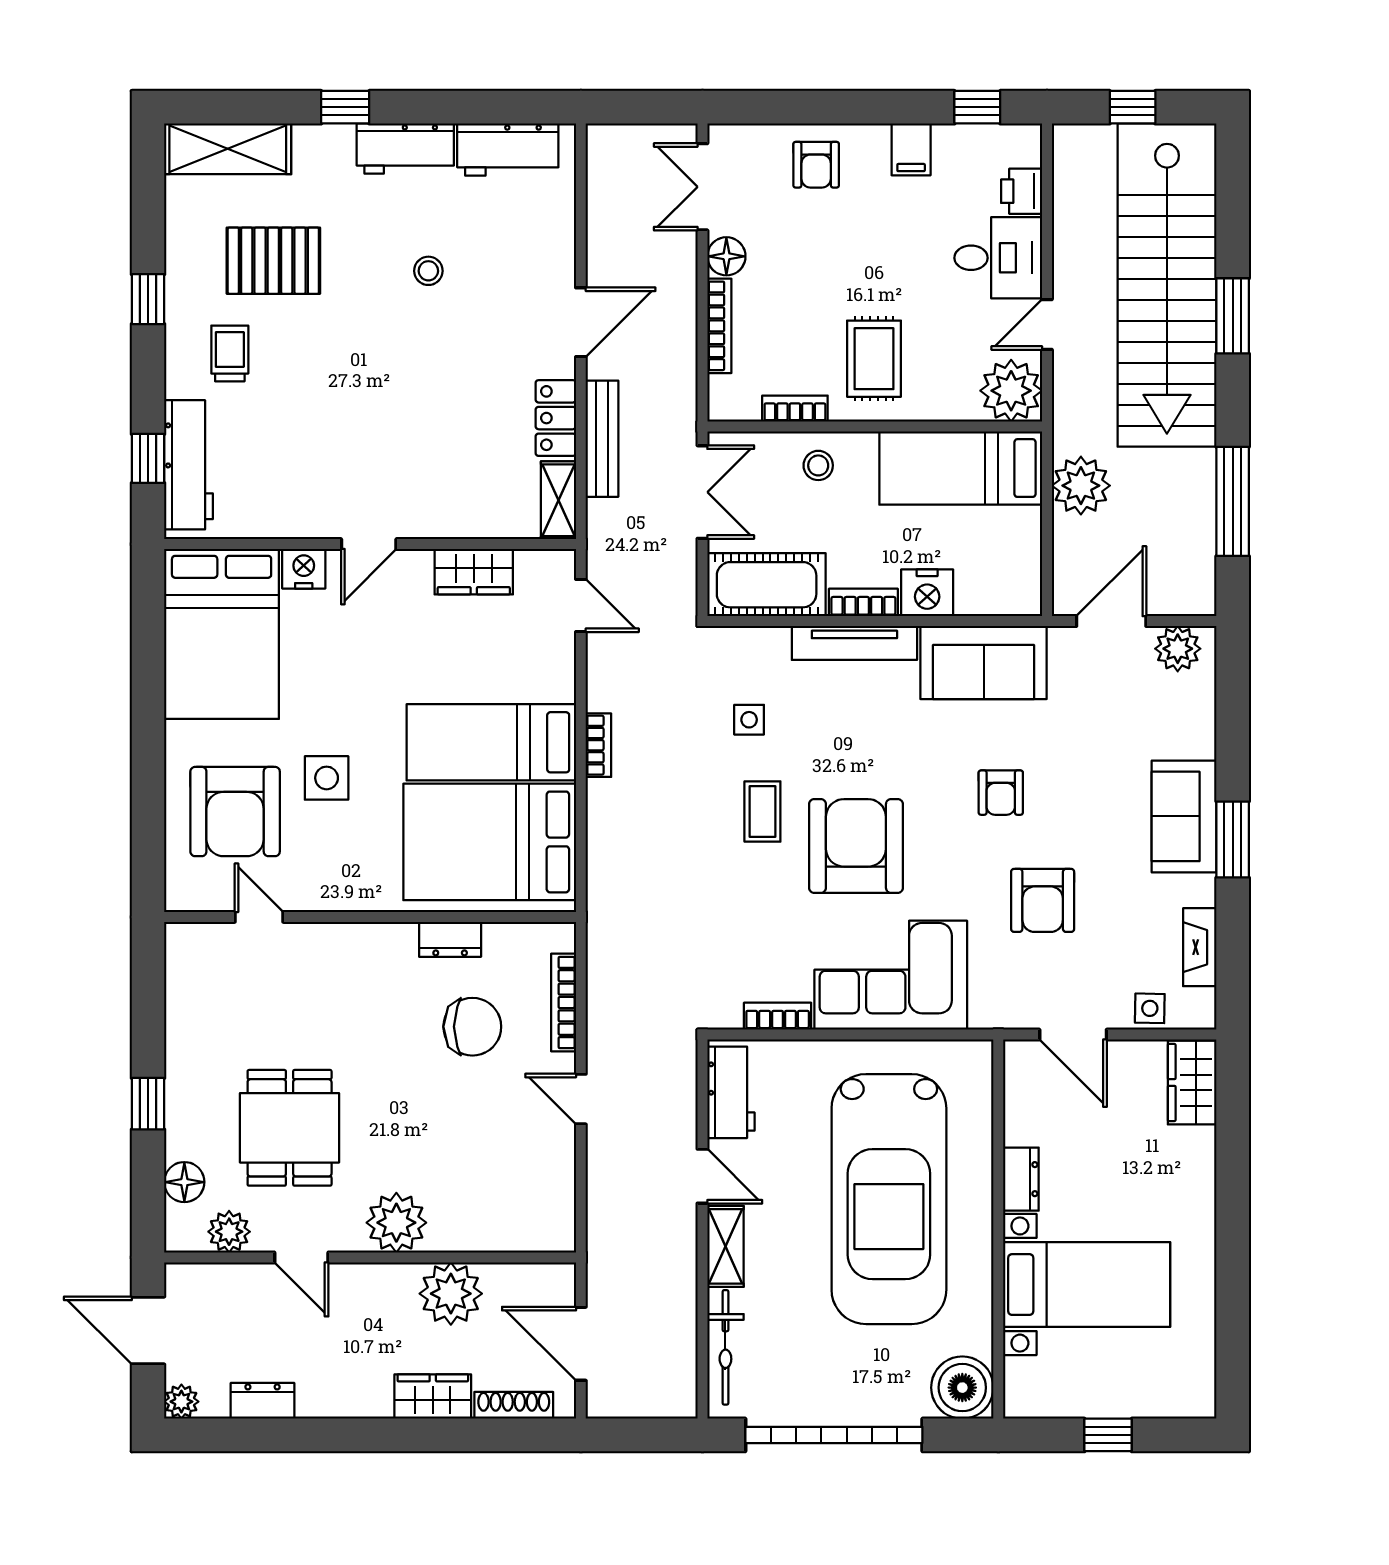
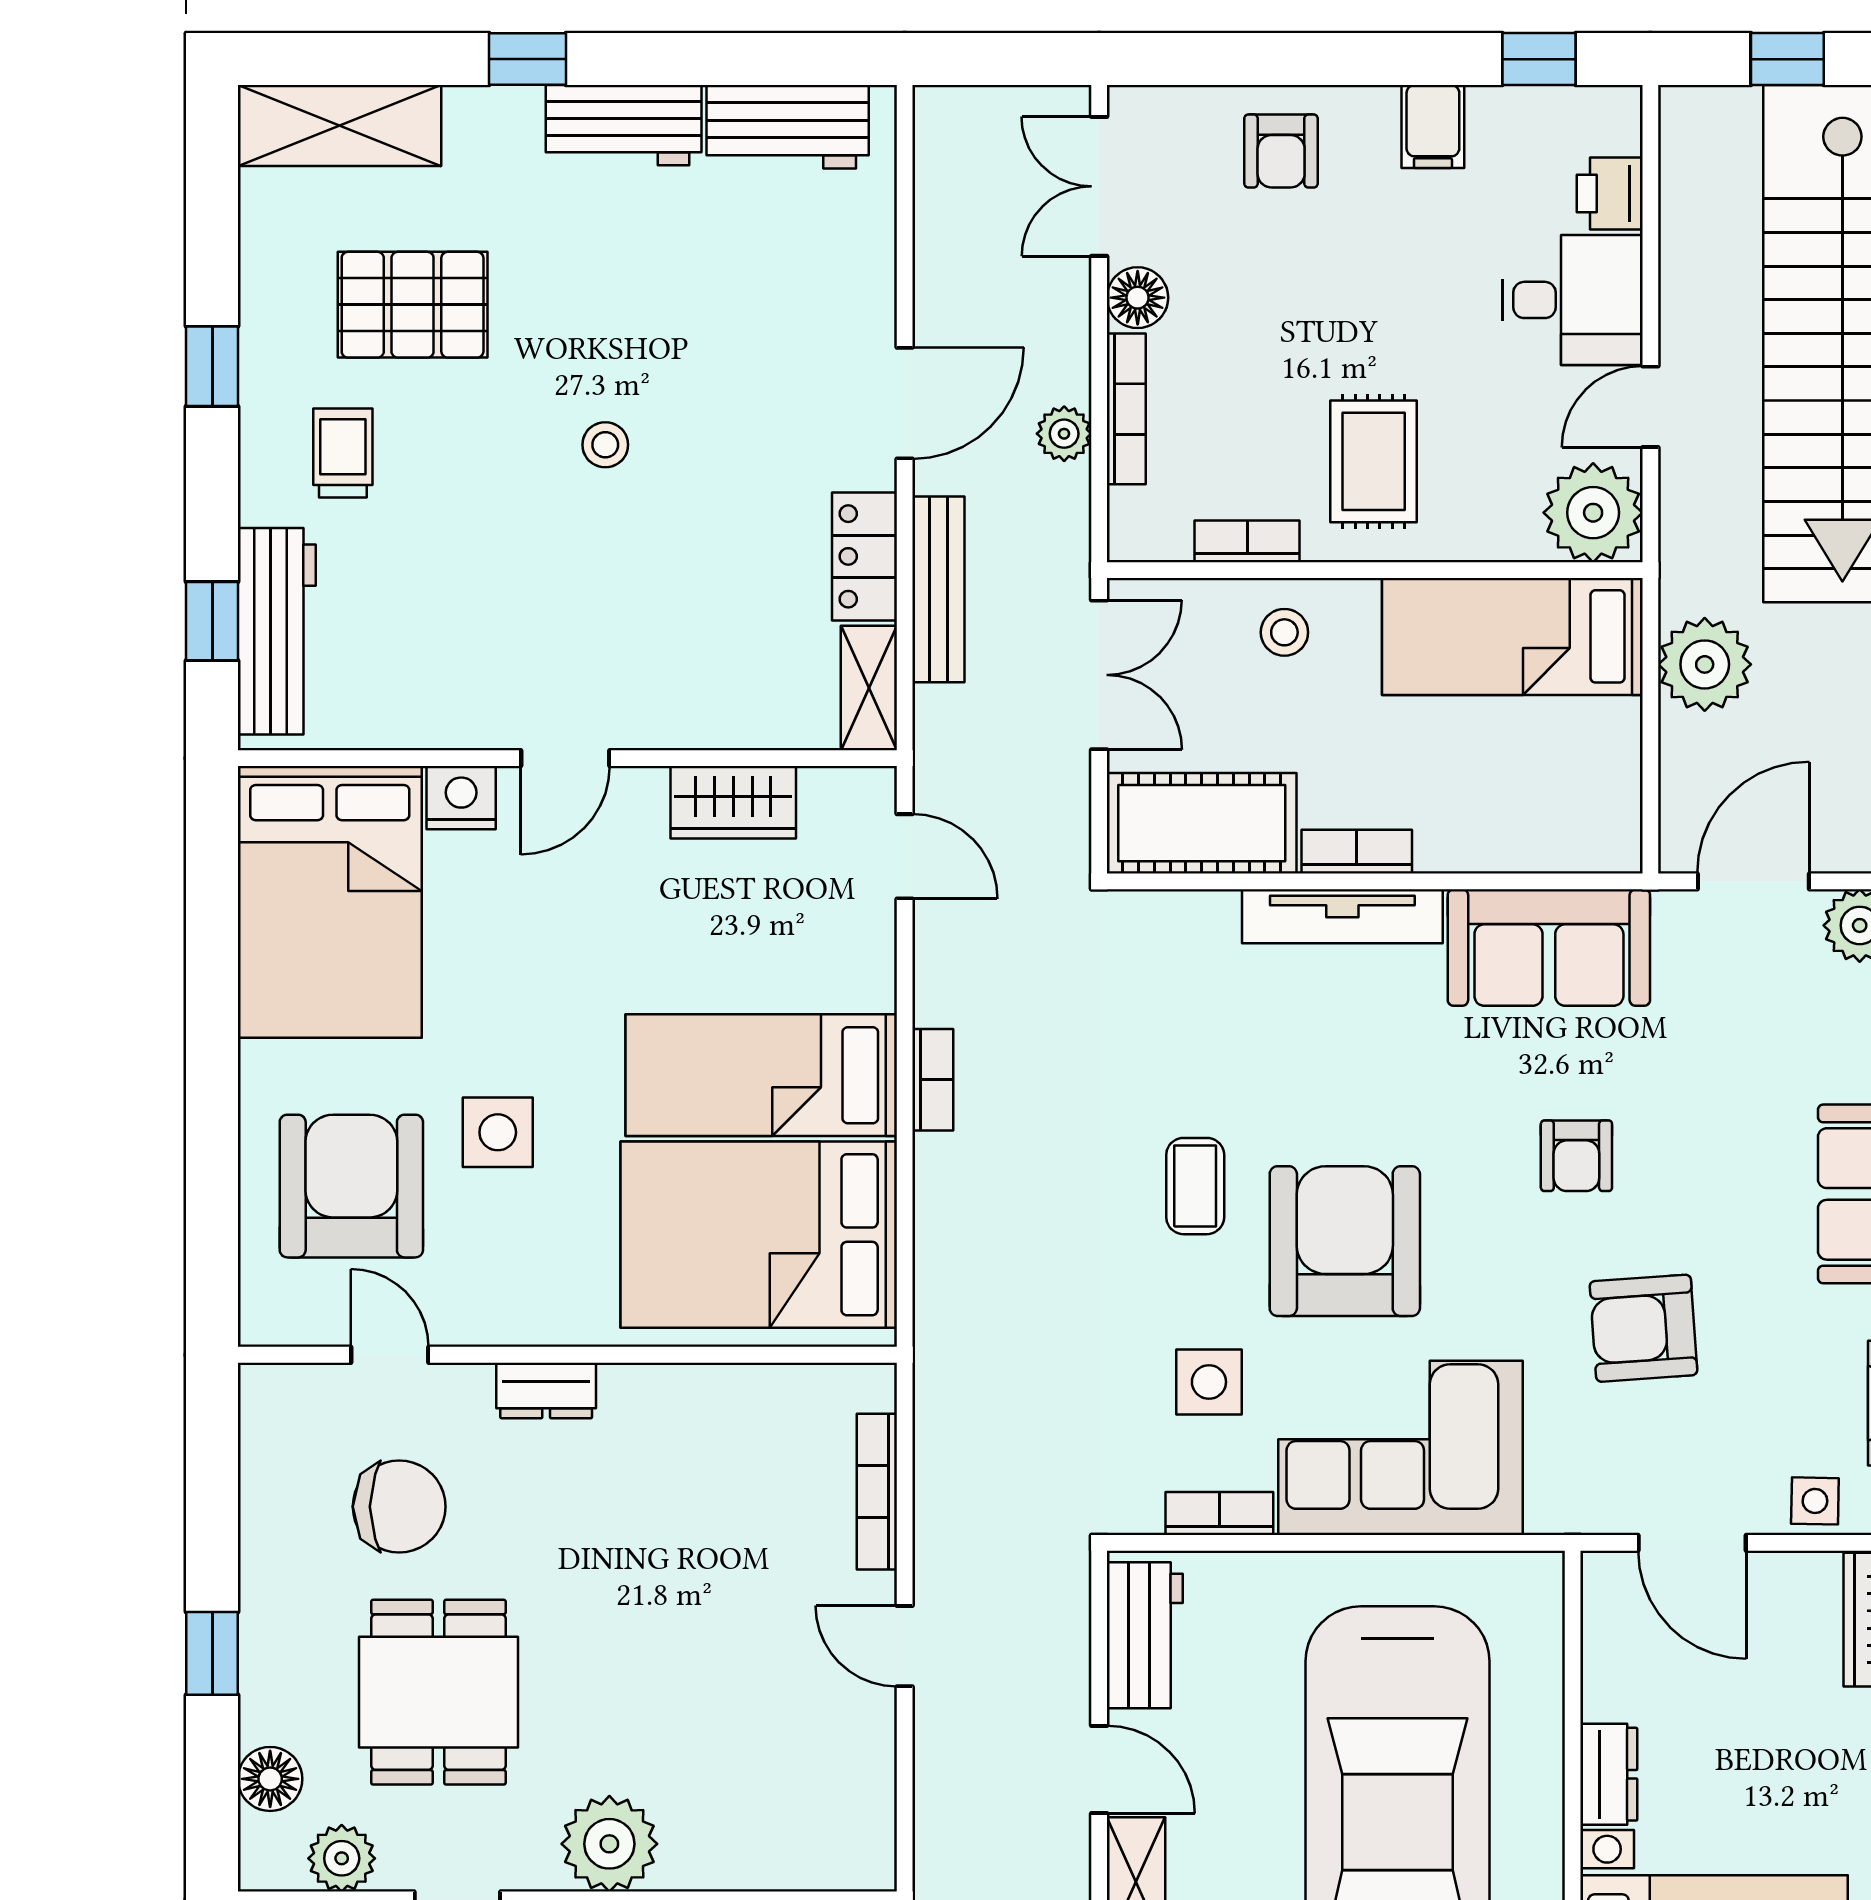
stool: (428, 271) -> (605, 445), moved
plant: (681, 341) -> (1064, 434), added
nightstand: (927, 593) -> (1459, 836), removed
side table: (749, 720) -> (1209, 1382), moved, width x1.37, depth x1.37
armchair: (235, 812) -> (351, 1186), turned 180
armchair: (1043, 900) -> (1643, 1328), turned 86
dresser: (450, 939) -> (546, 1390), moved
chair: (472, 1027) -> (399, 1507), moved

